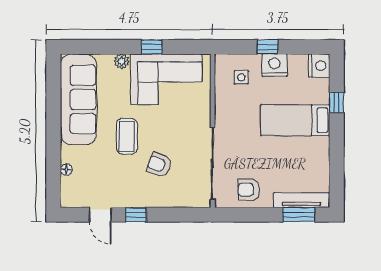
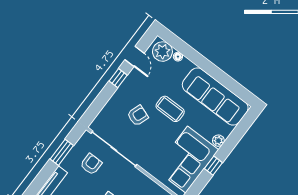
plant: (73, 190) -> (162, 52), added
armchair: (249, 190) -> (91, 164), moved
door: (100, 215) -> (135, 56), swing flipped
window: (299, 215) -> (62, 152), moved

